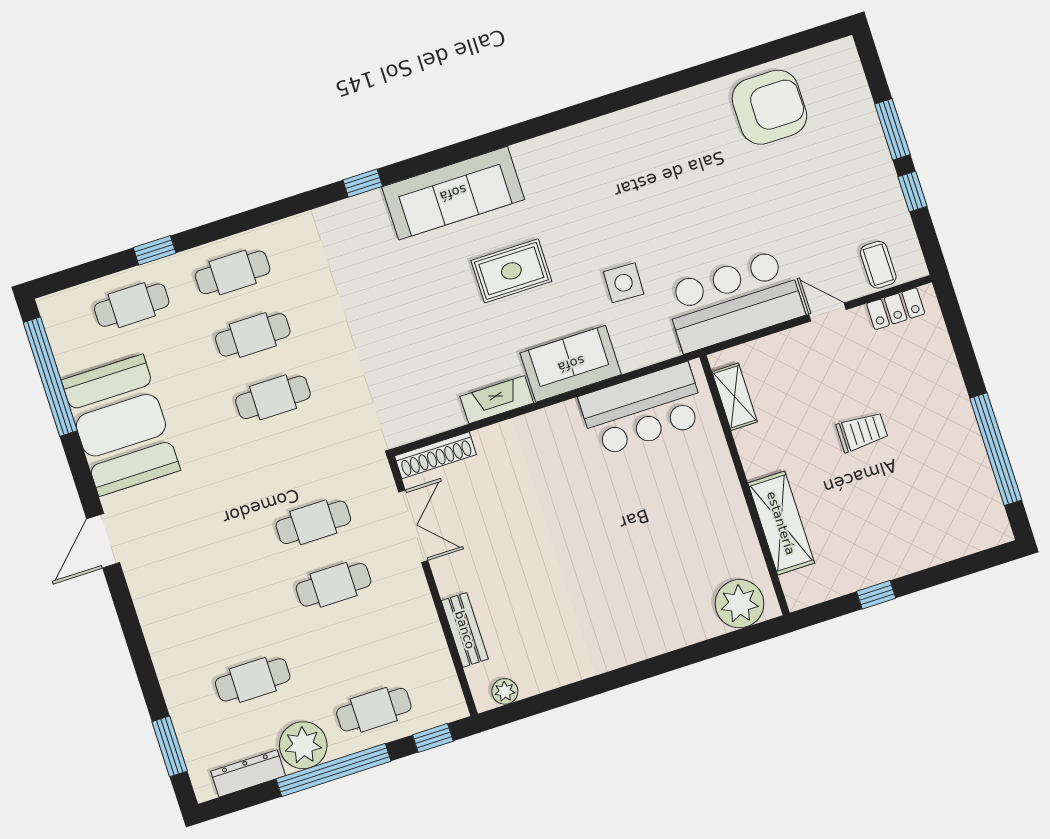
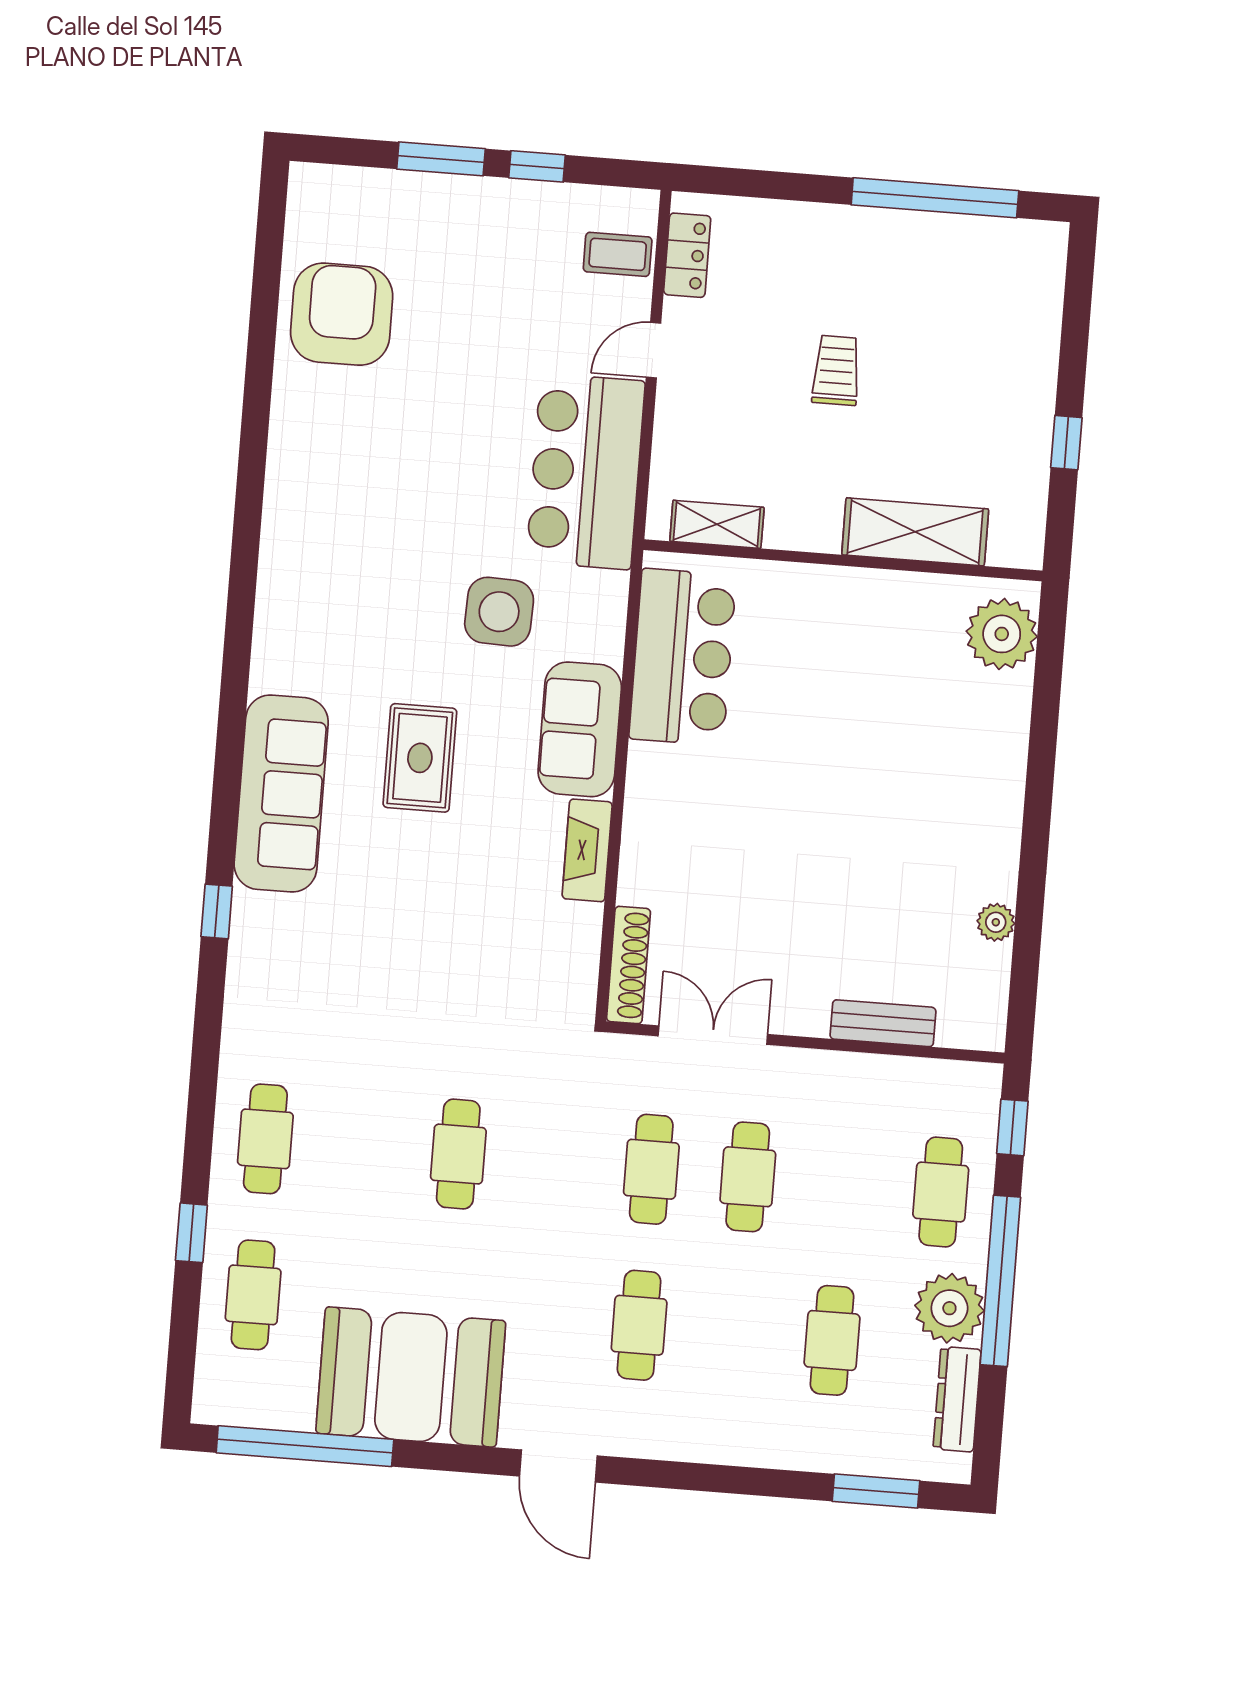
side table: (624, 283) -> (499, 612), width x1.37, depth x1.37
cafe table: (253, 335) -> (639, 1325), moved
plant: (505, 691) -> (996, 922), moved

